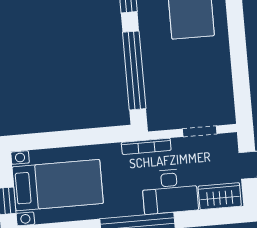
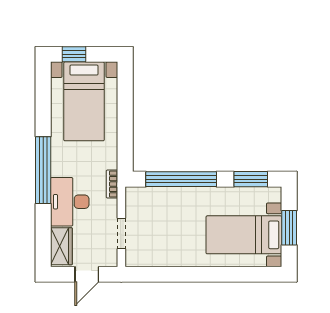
bookcase: (146, 146) -> (112, 184), width x0.64

